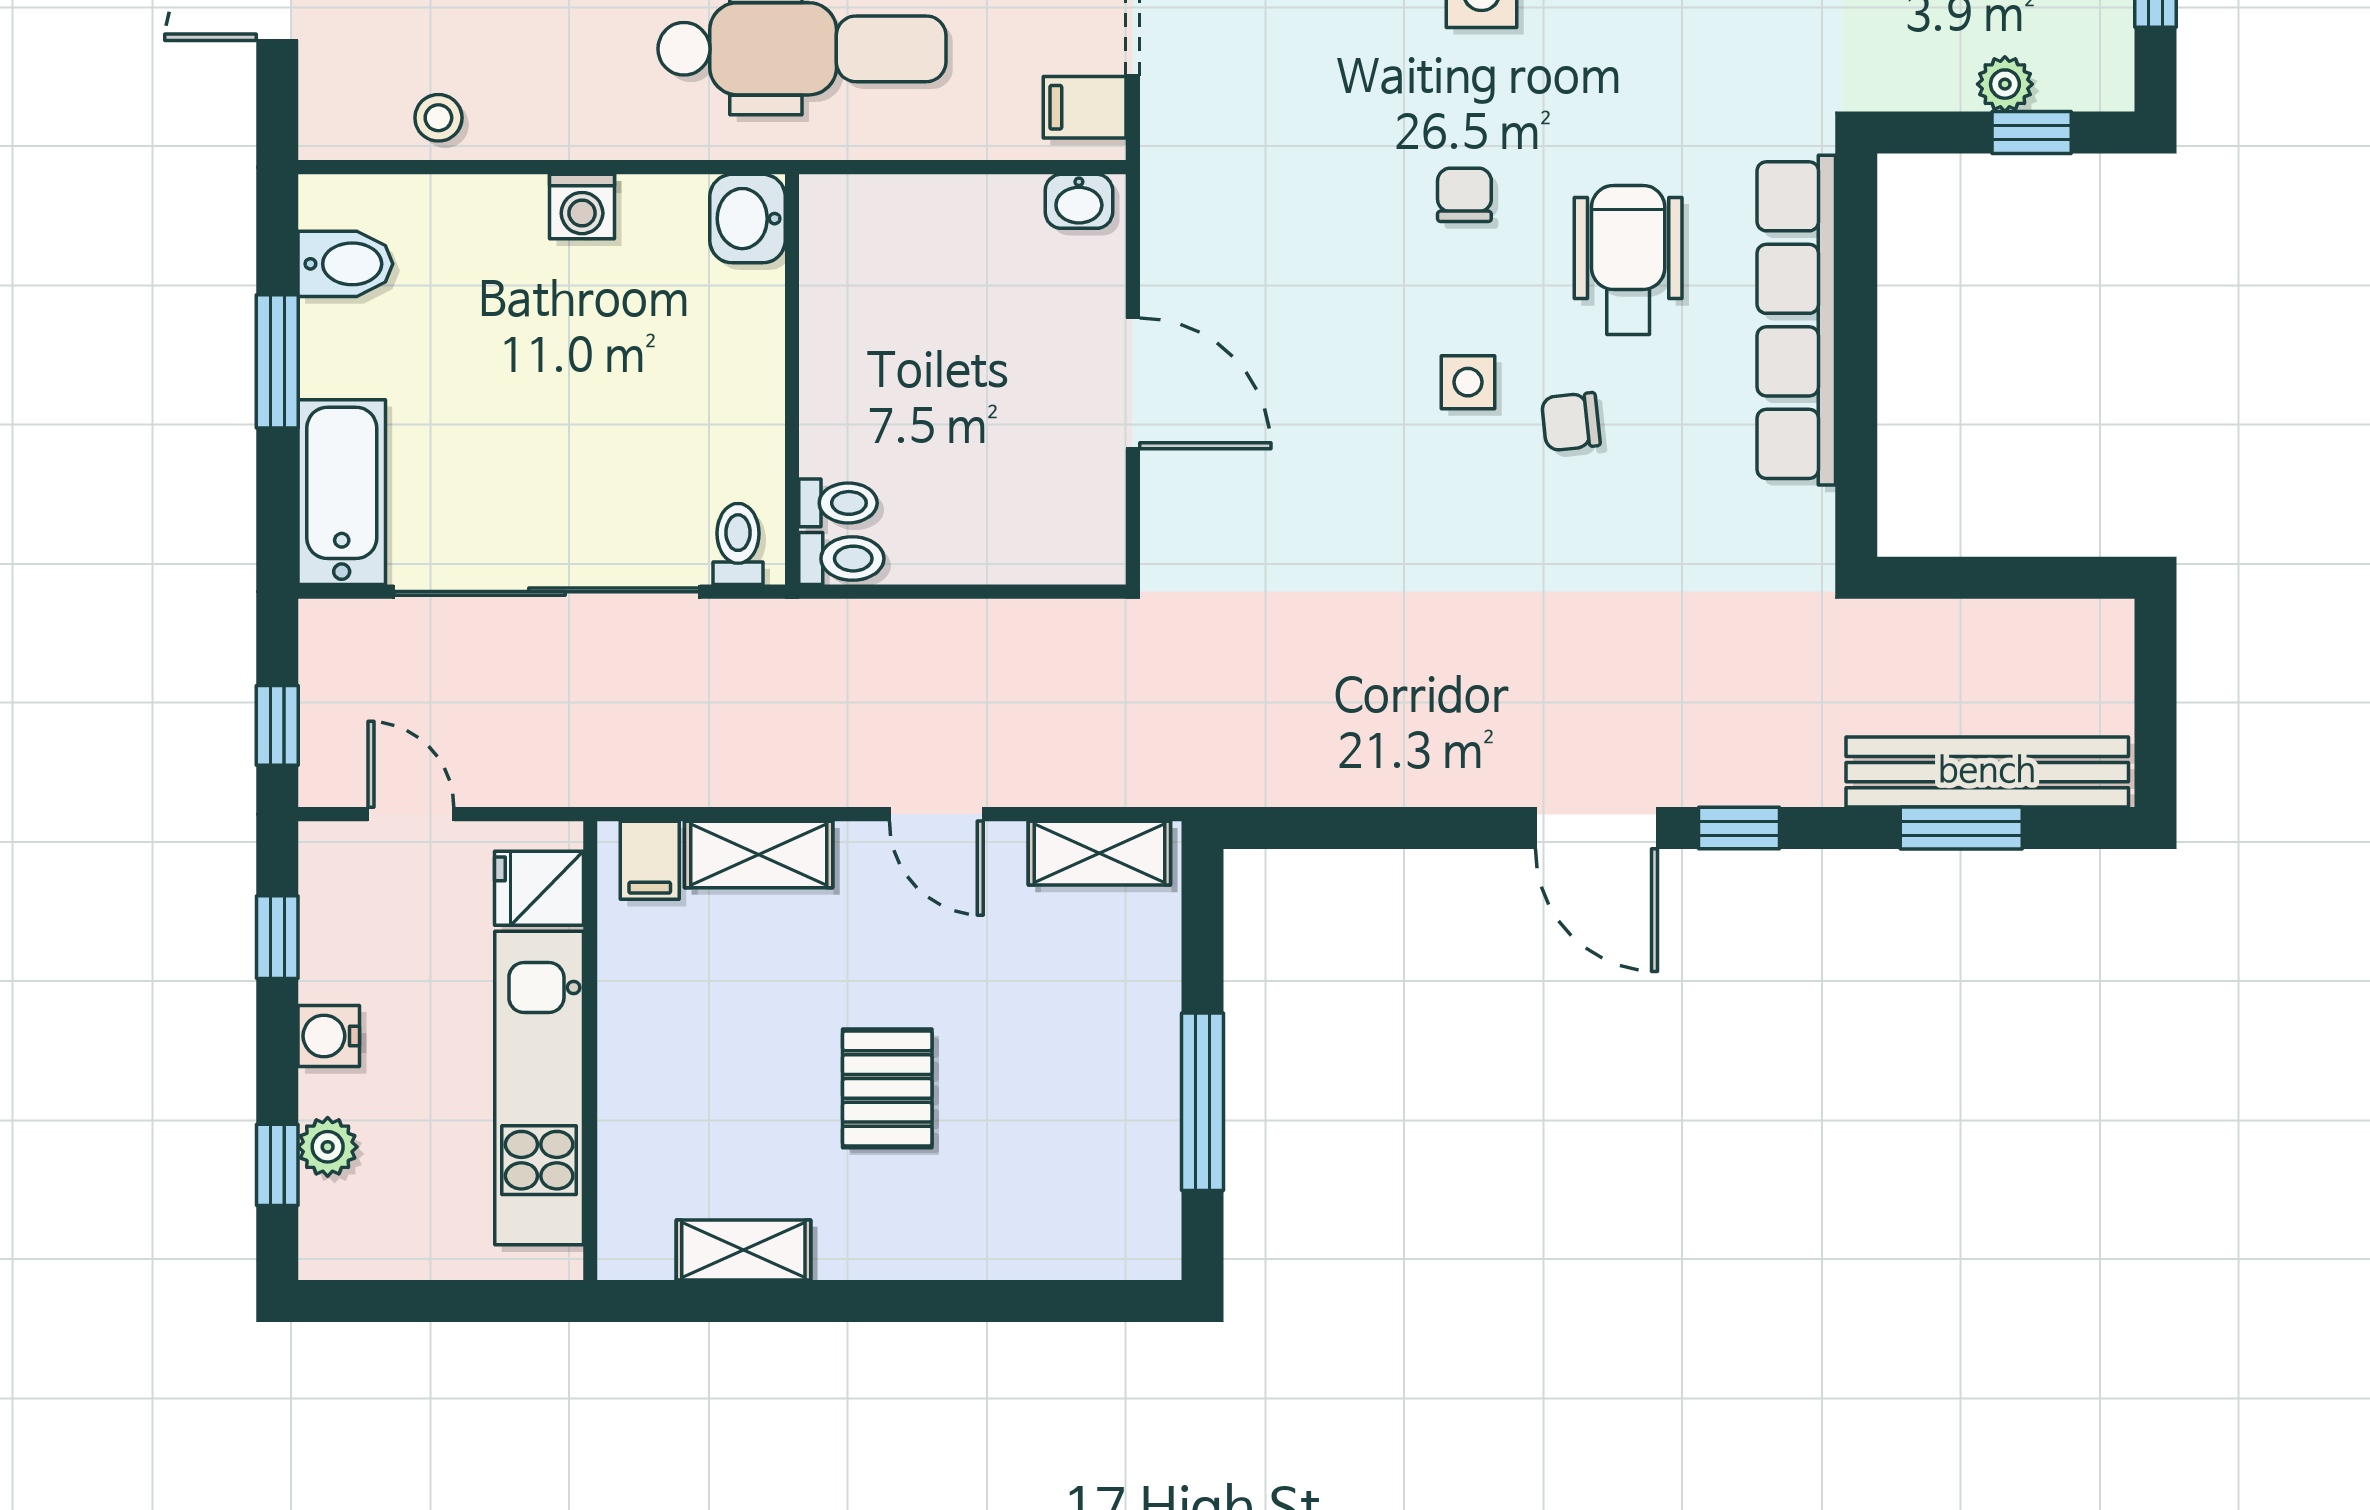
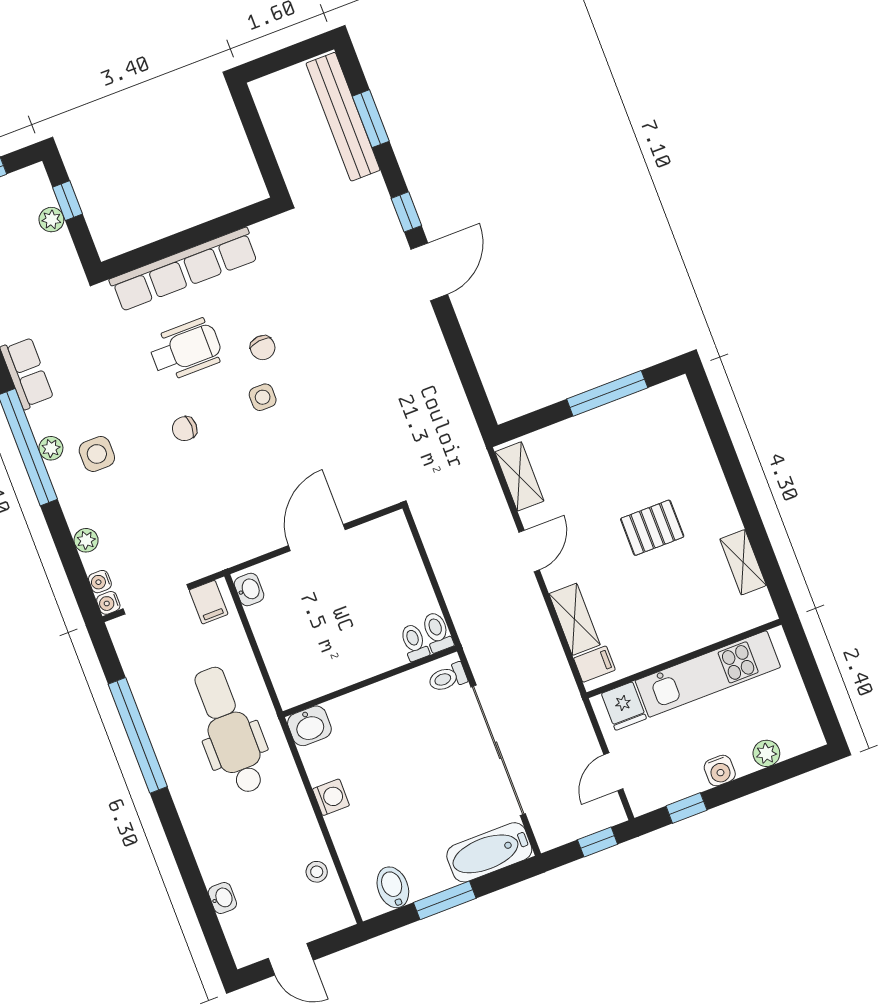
wheelchair: (1628, 260) -> (186, 350), turned 180
window: (277, 1165) -> (782, 772), removed

